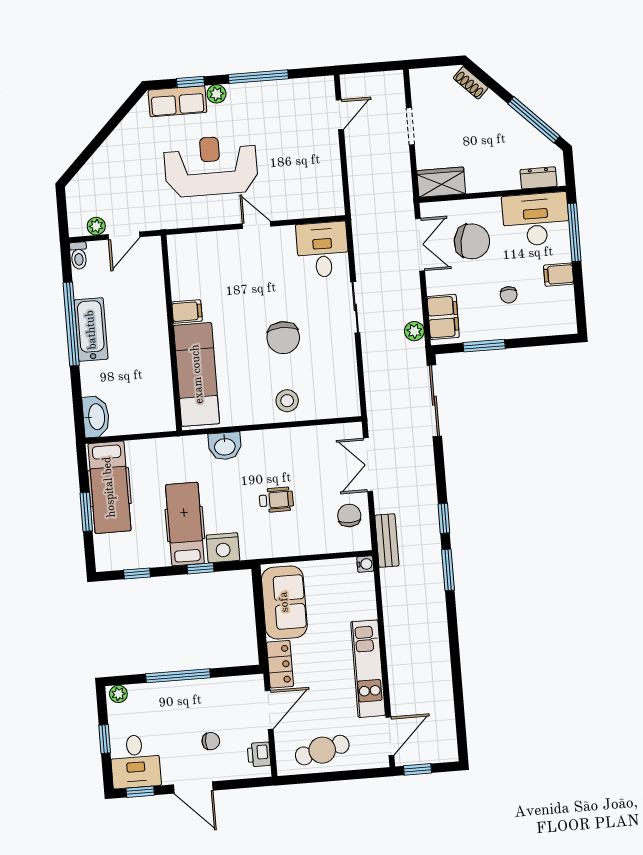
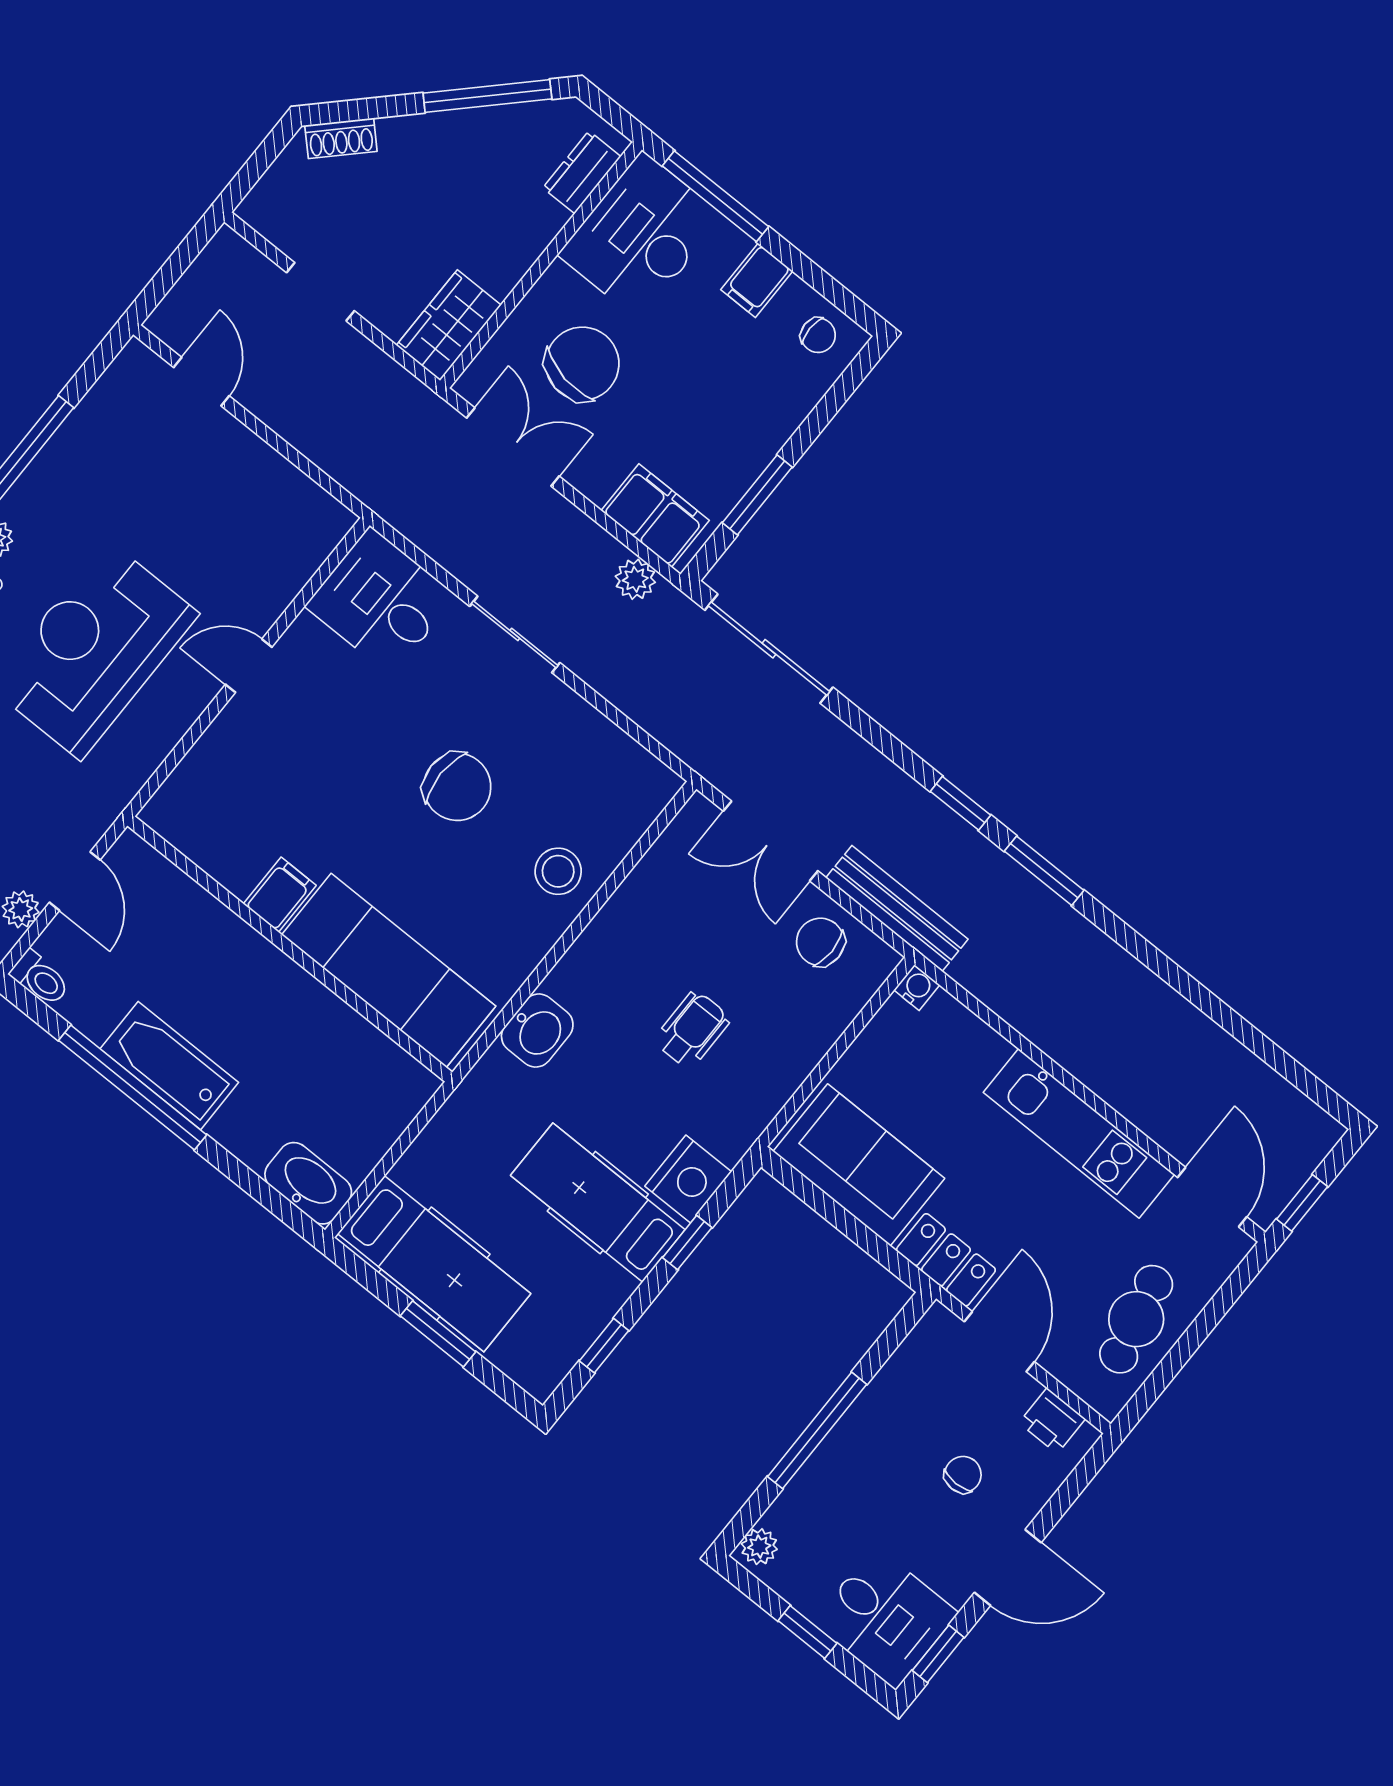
chair: (509, 295) -> (818, 335), moved
bench: (387, 541) -> (897, 909), width x1.36

